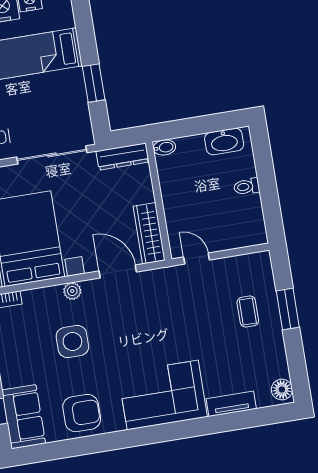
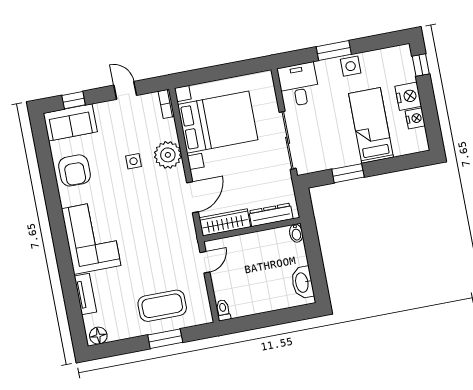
dresser: (123, 157) -> (271, 215), moved, turned 90
toilet: (247, 187) -> (223, 310), moved
plant: (72, 291) -> (168, 155), width x1.88, depth x1.88
coffee table: (248, 312) -> (162, 306), width x1.86, depth x1.72
side table: (72, 342) -> (134, 161), width x0.54, depth x0.54

